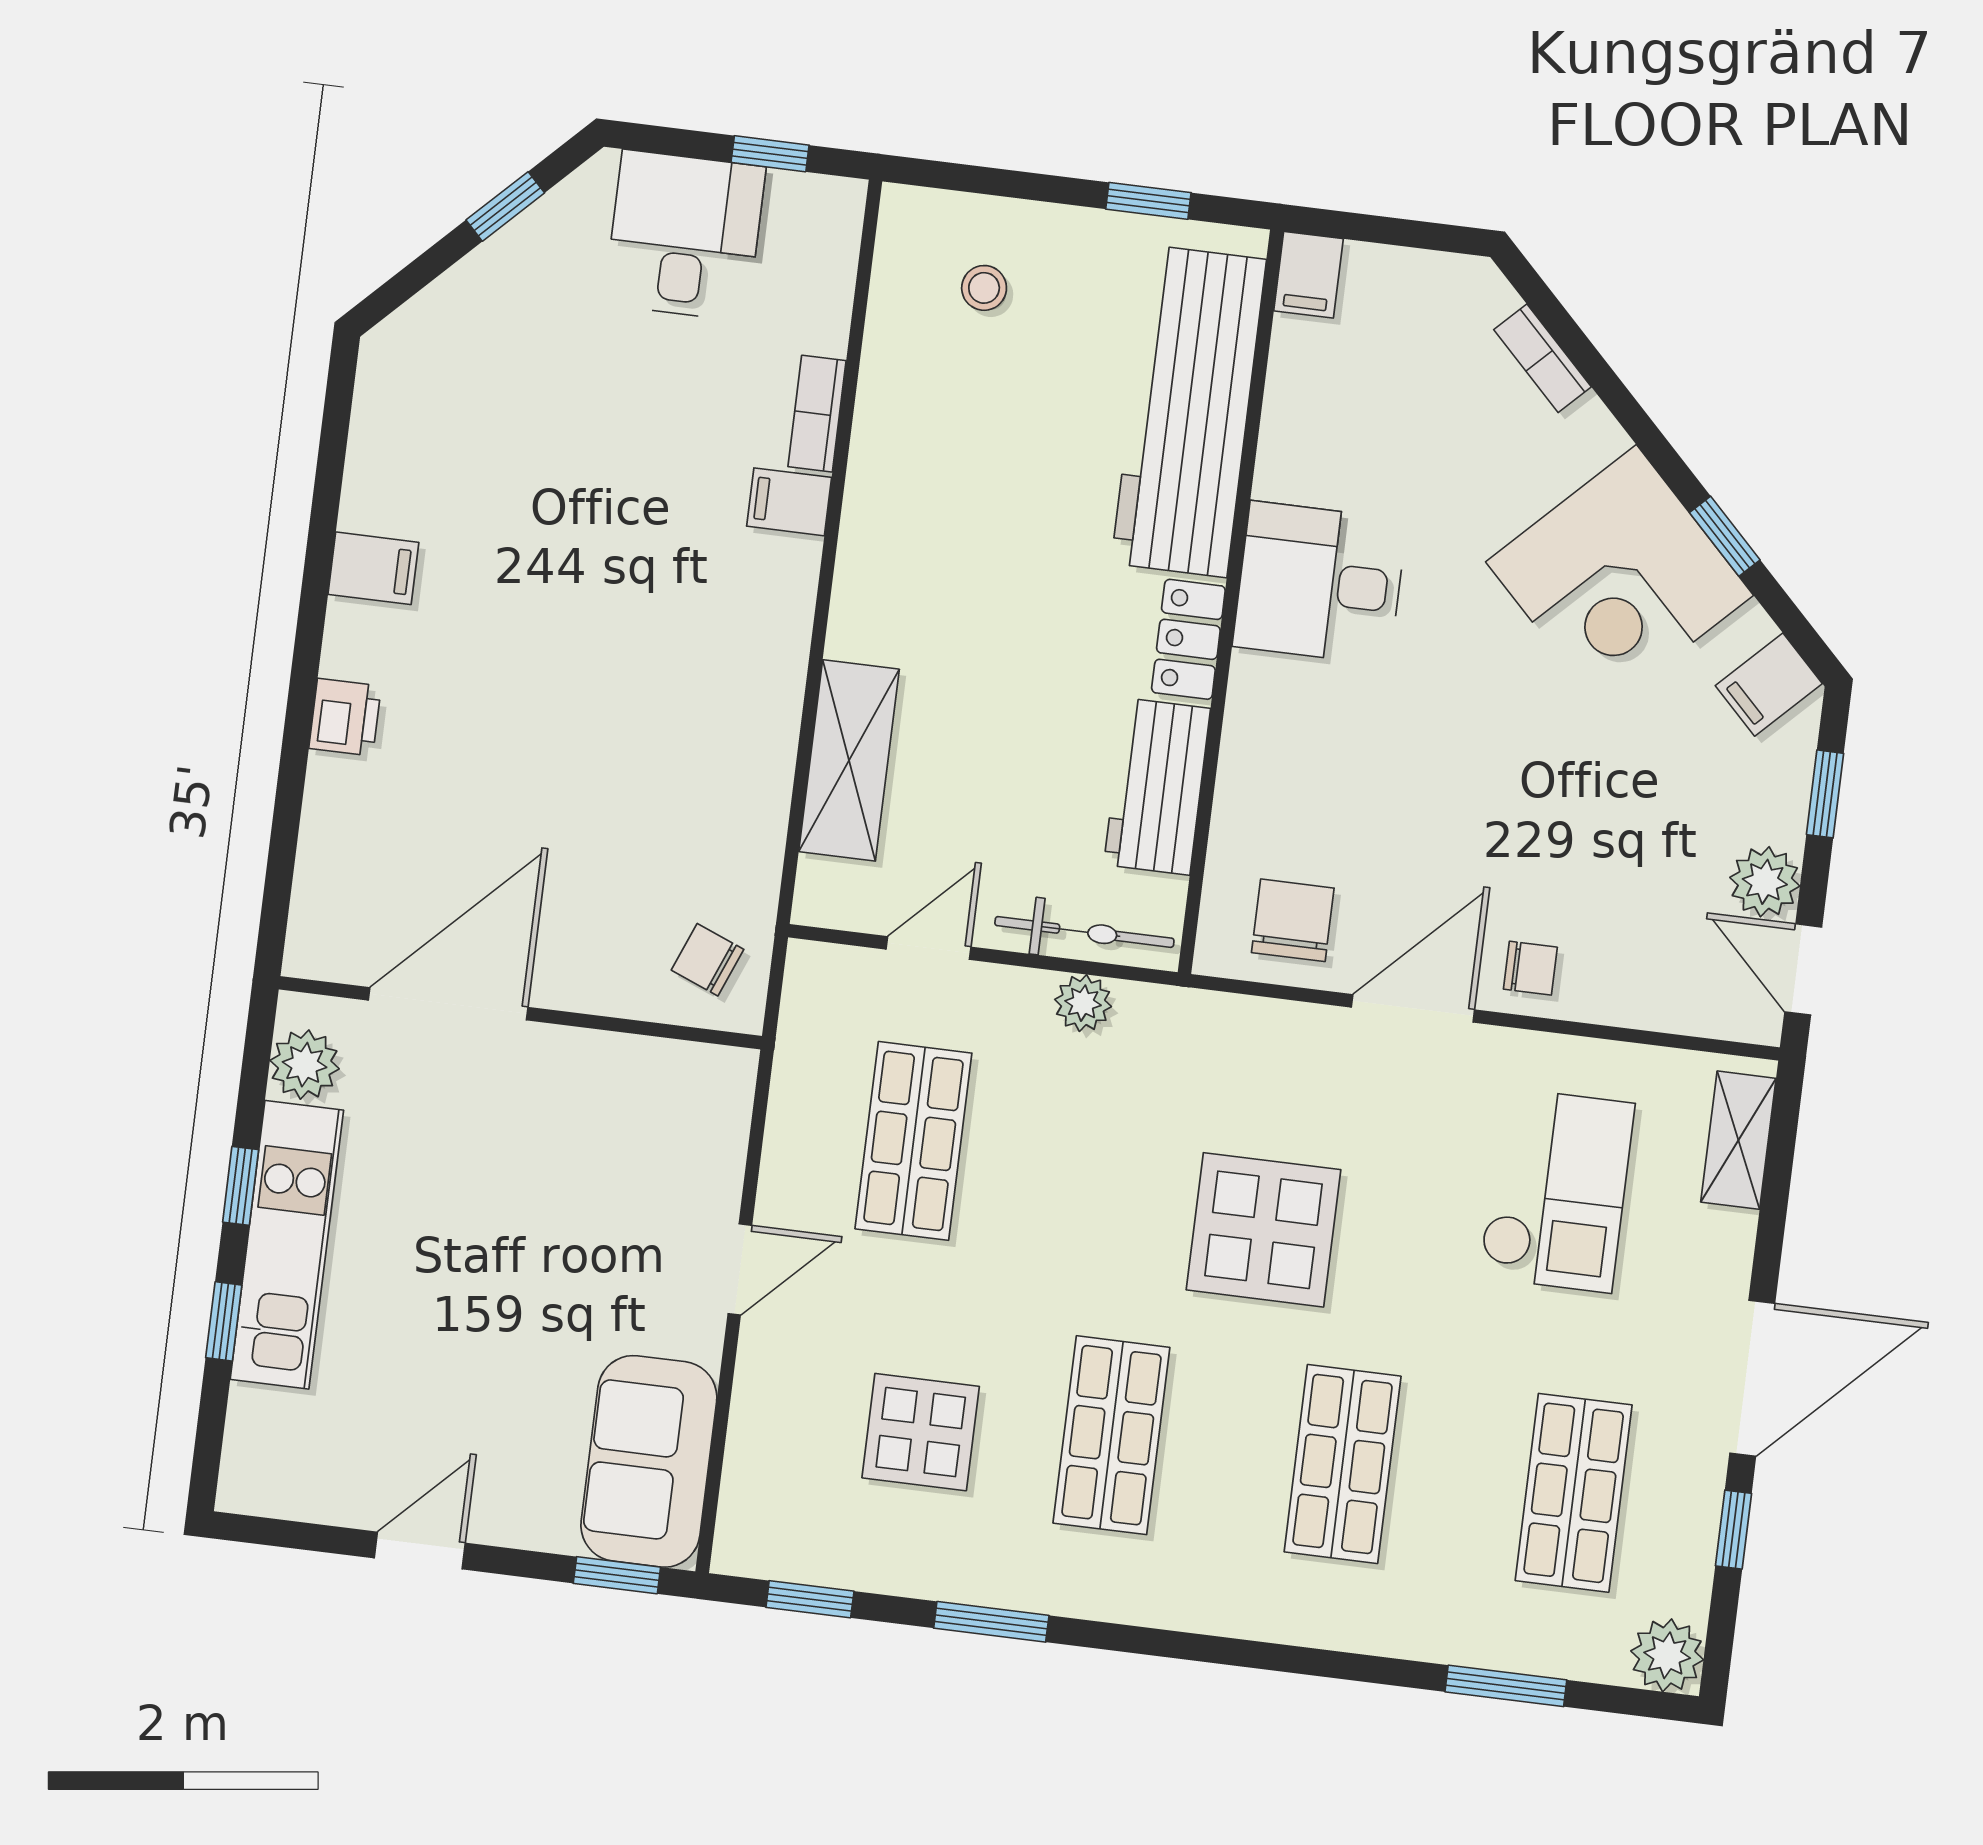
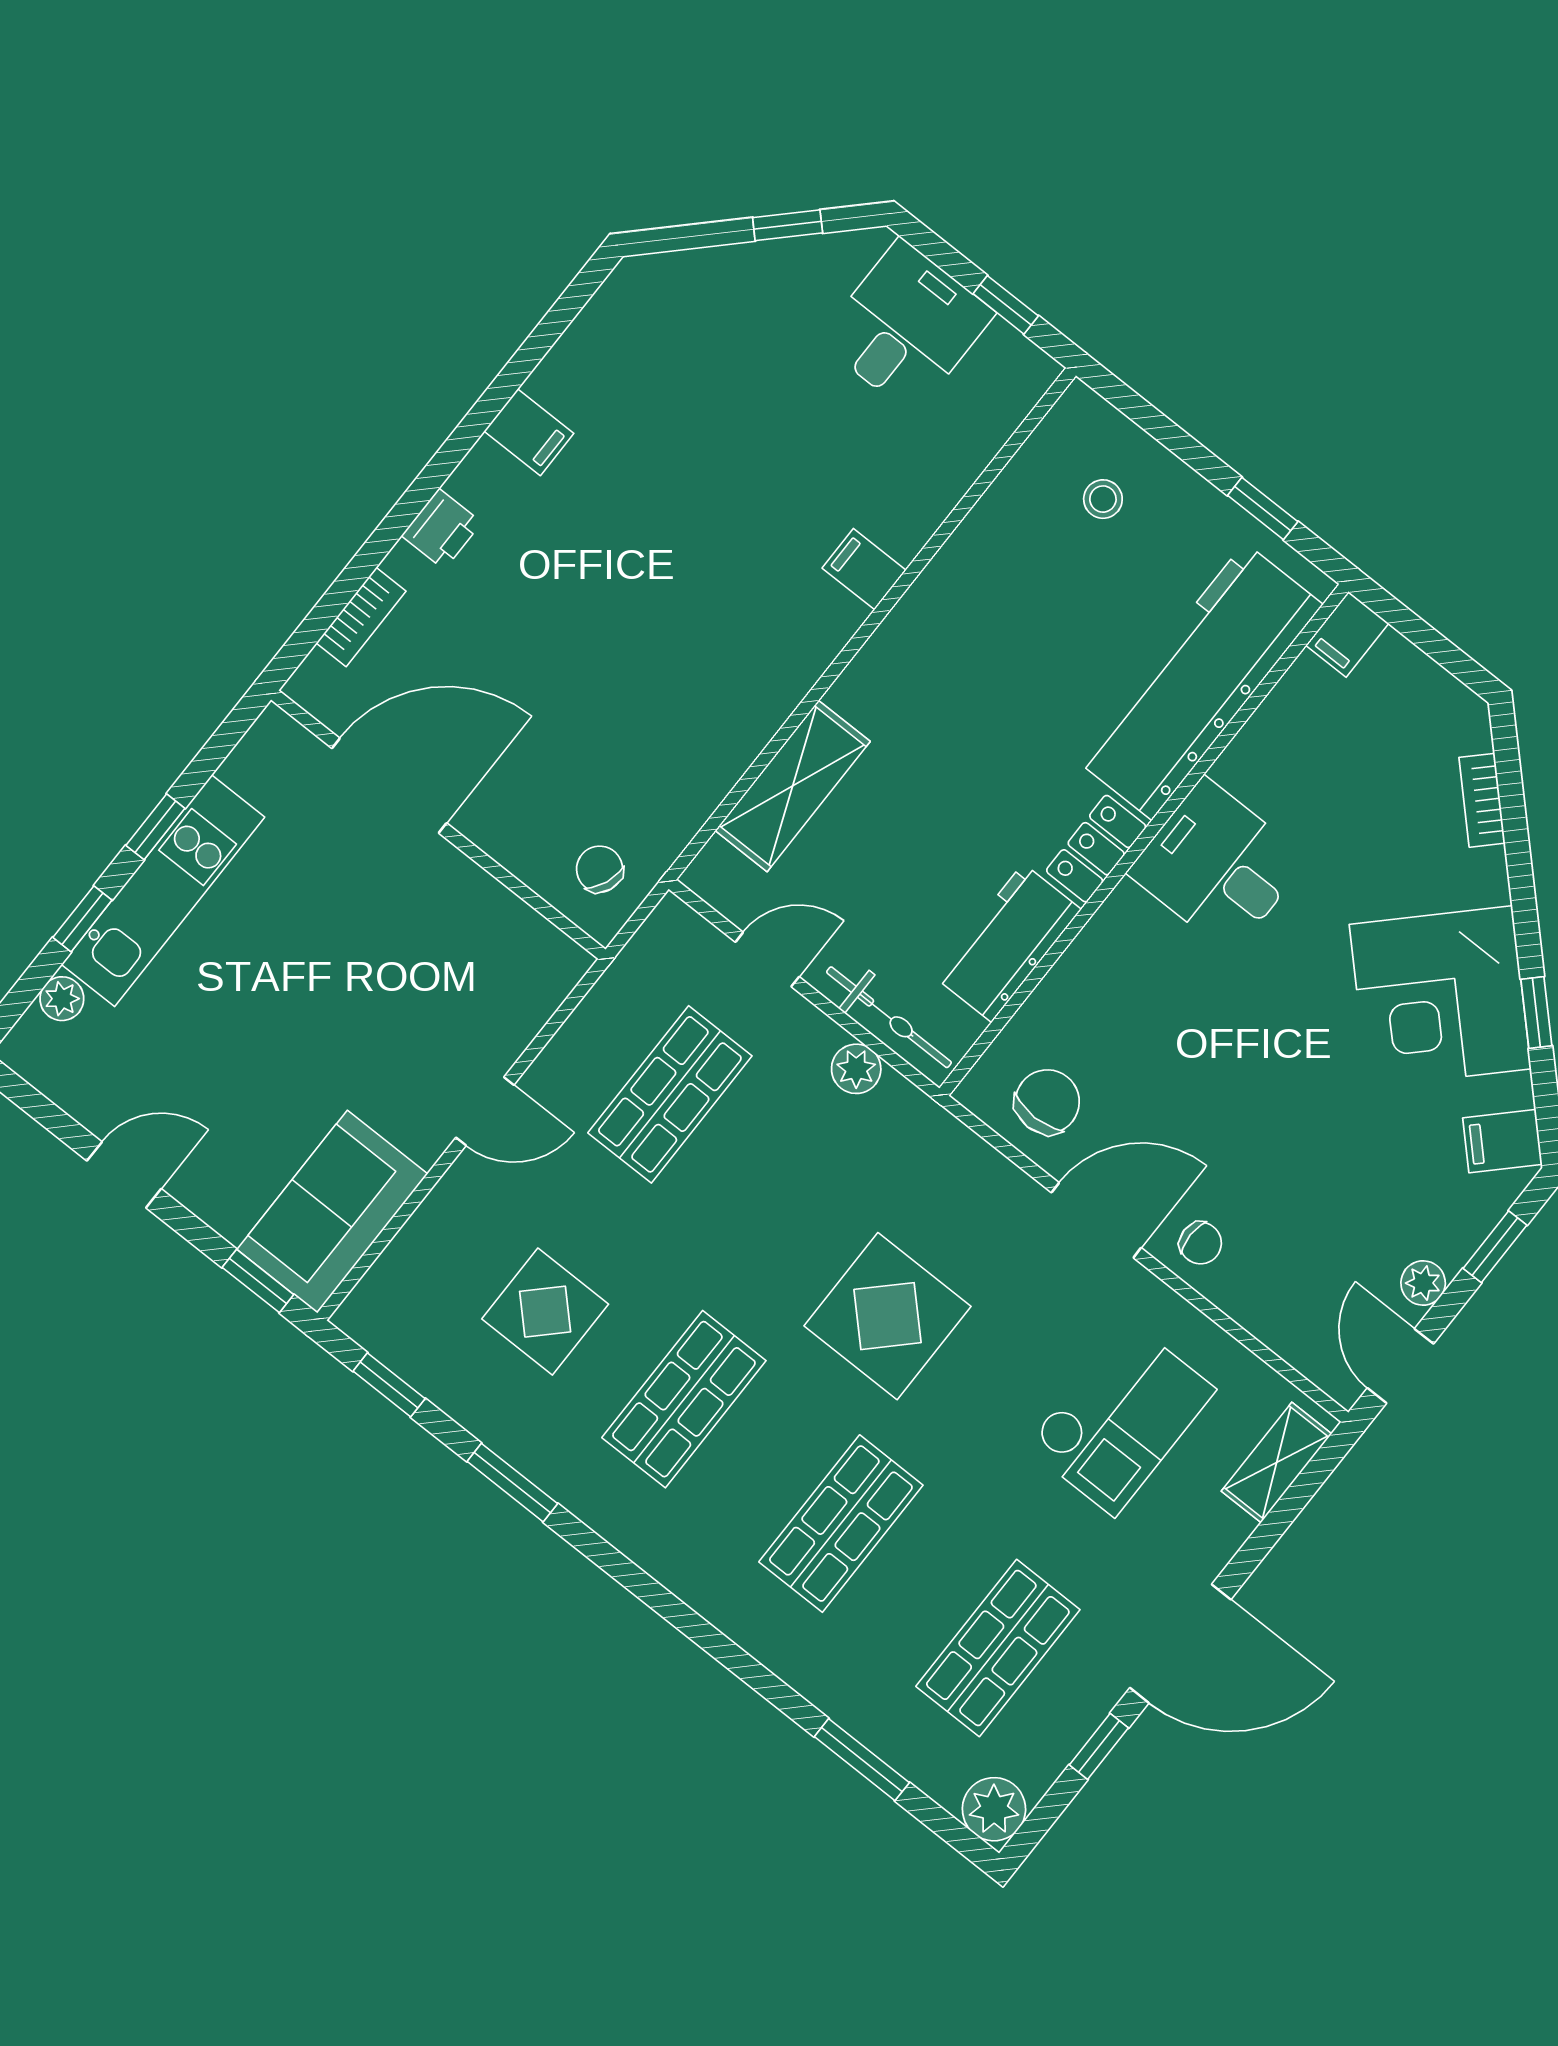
bookcase: (817, 414) -> (361, 617), moved, turned 180
plant: (1765, 882) -> (1423, 1283), width x0.73, depth x0.73
plant: (305, 1065) -> (62, 999), moved, width x0.73, depth x0.73

